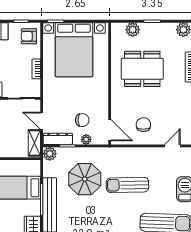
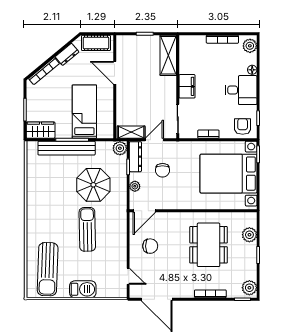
chair: (82, 120) -> (163, 170), moved

